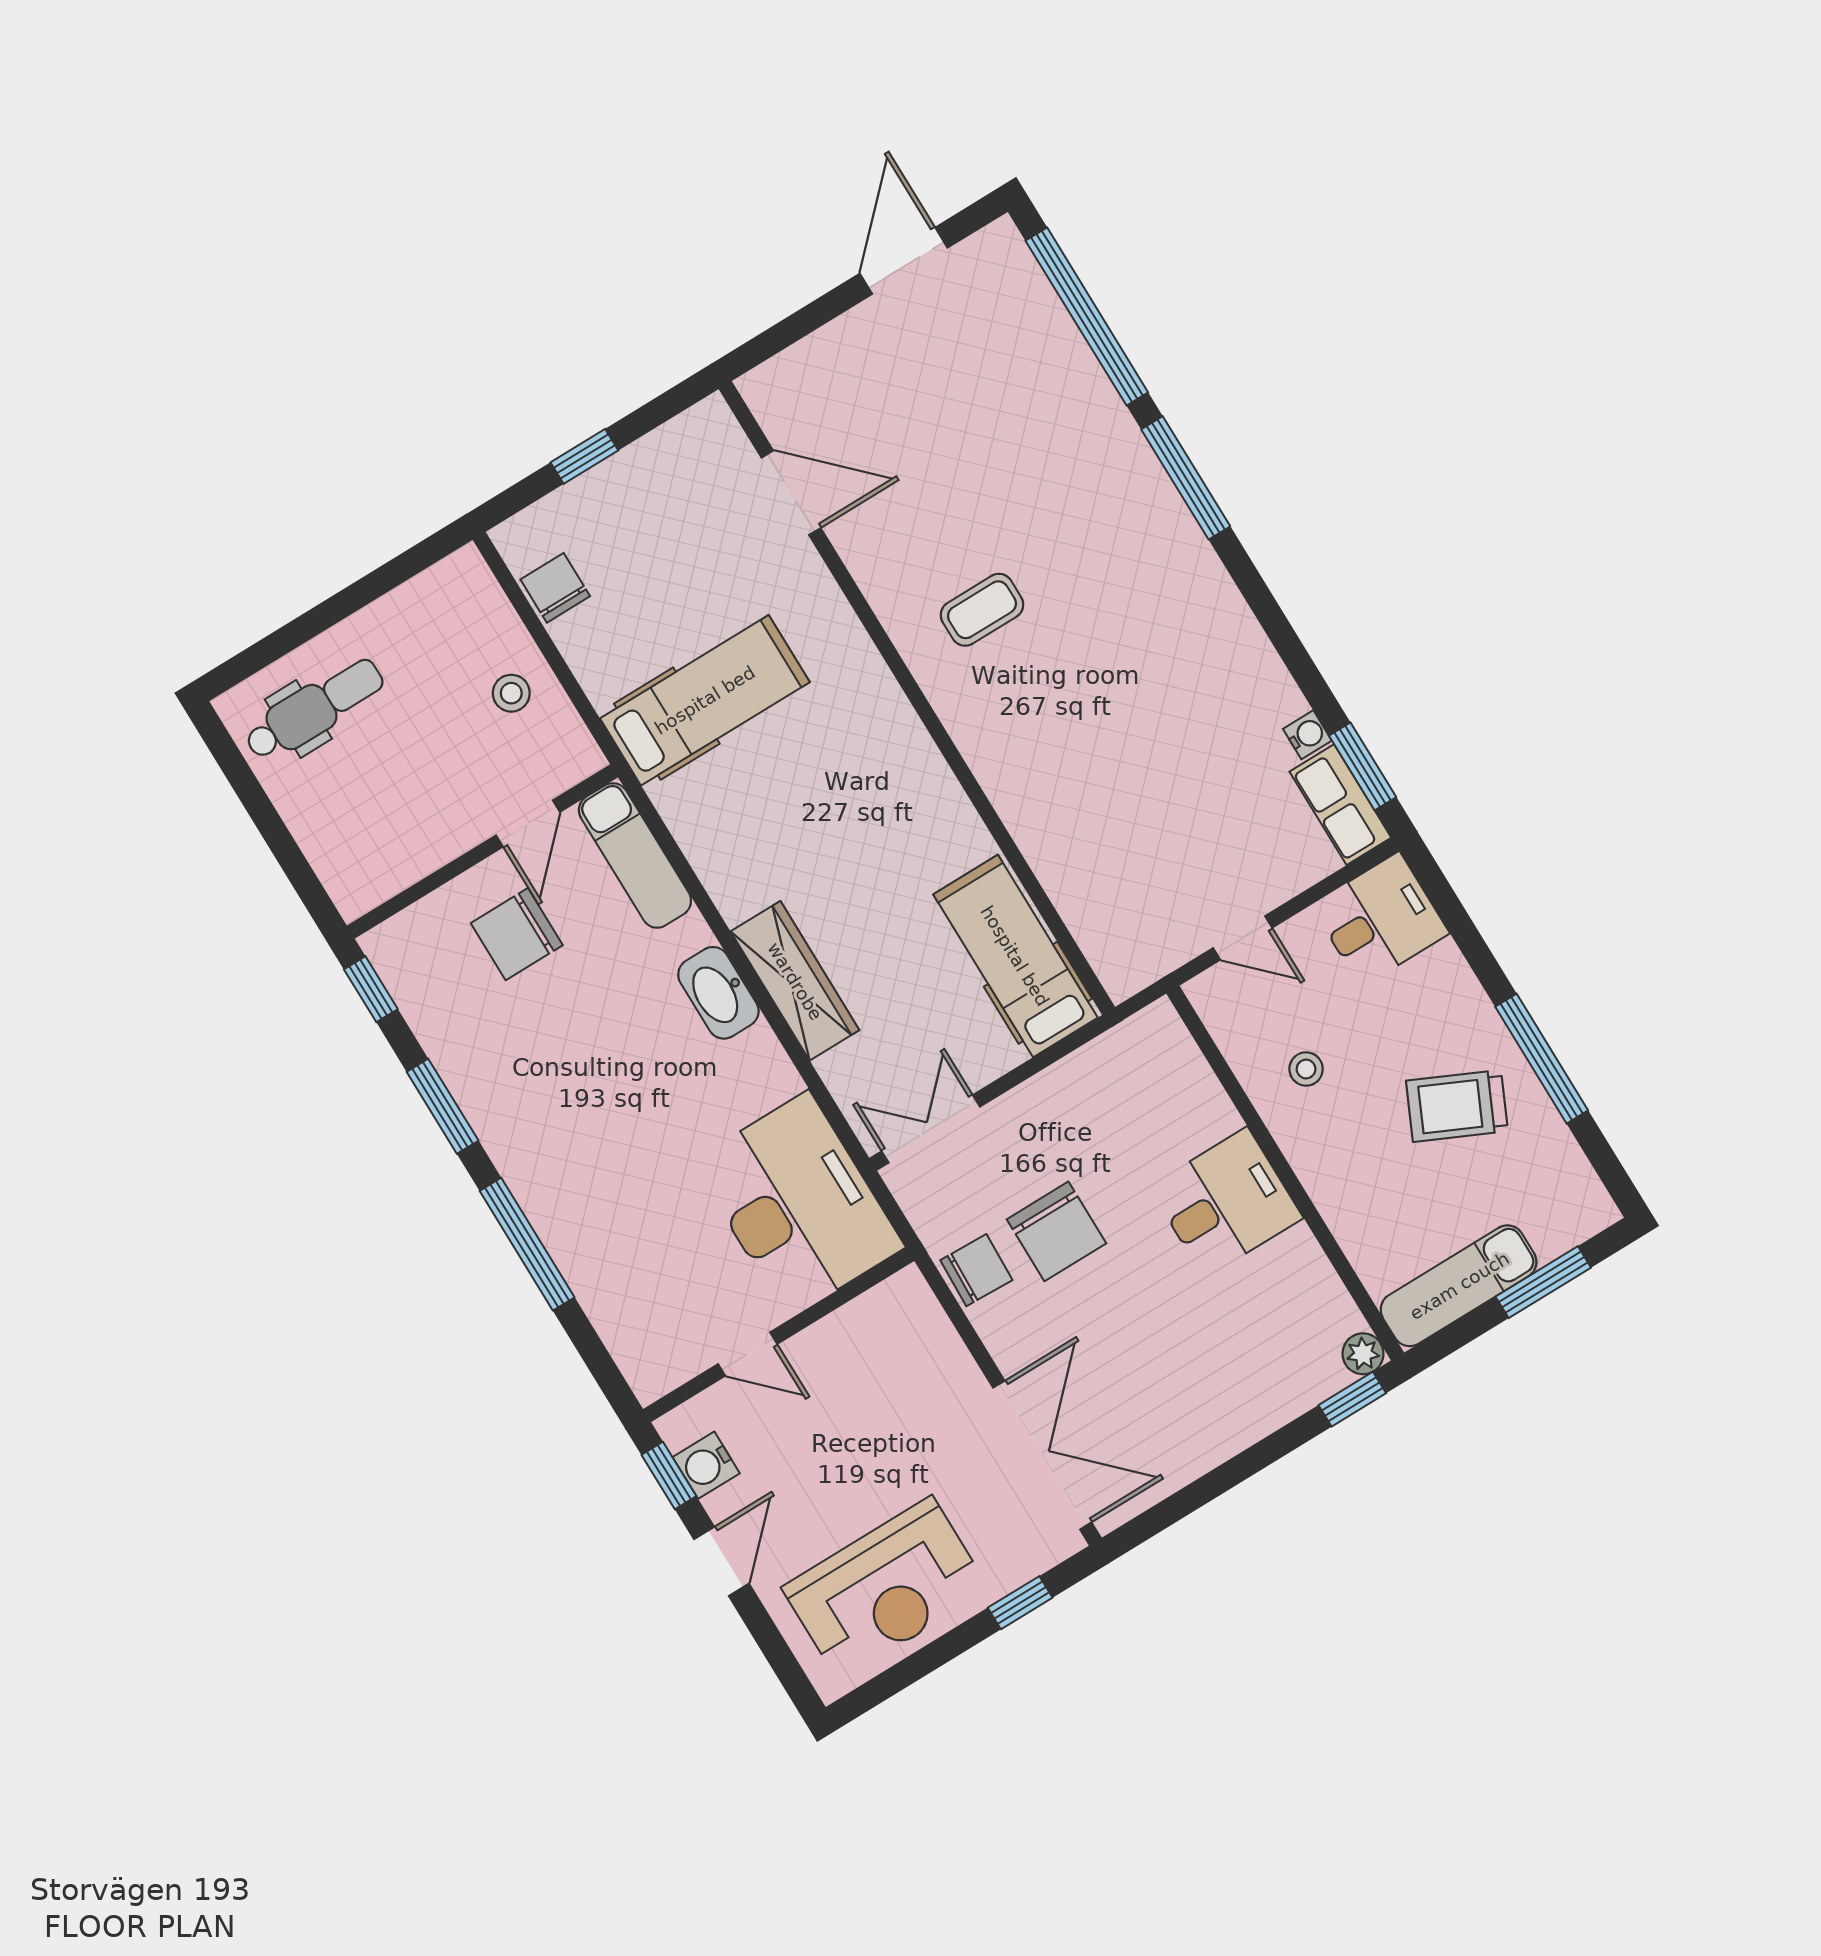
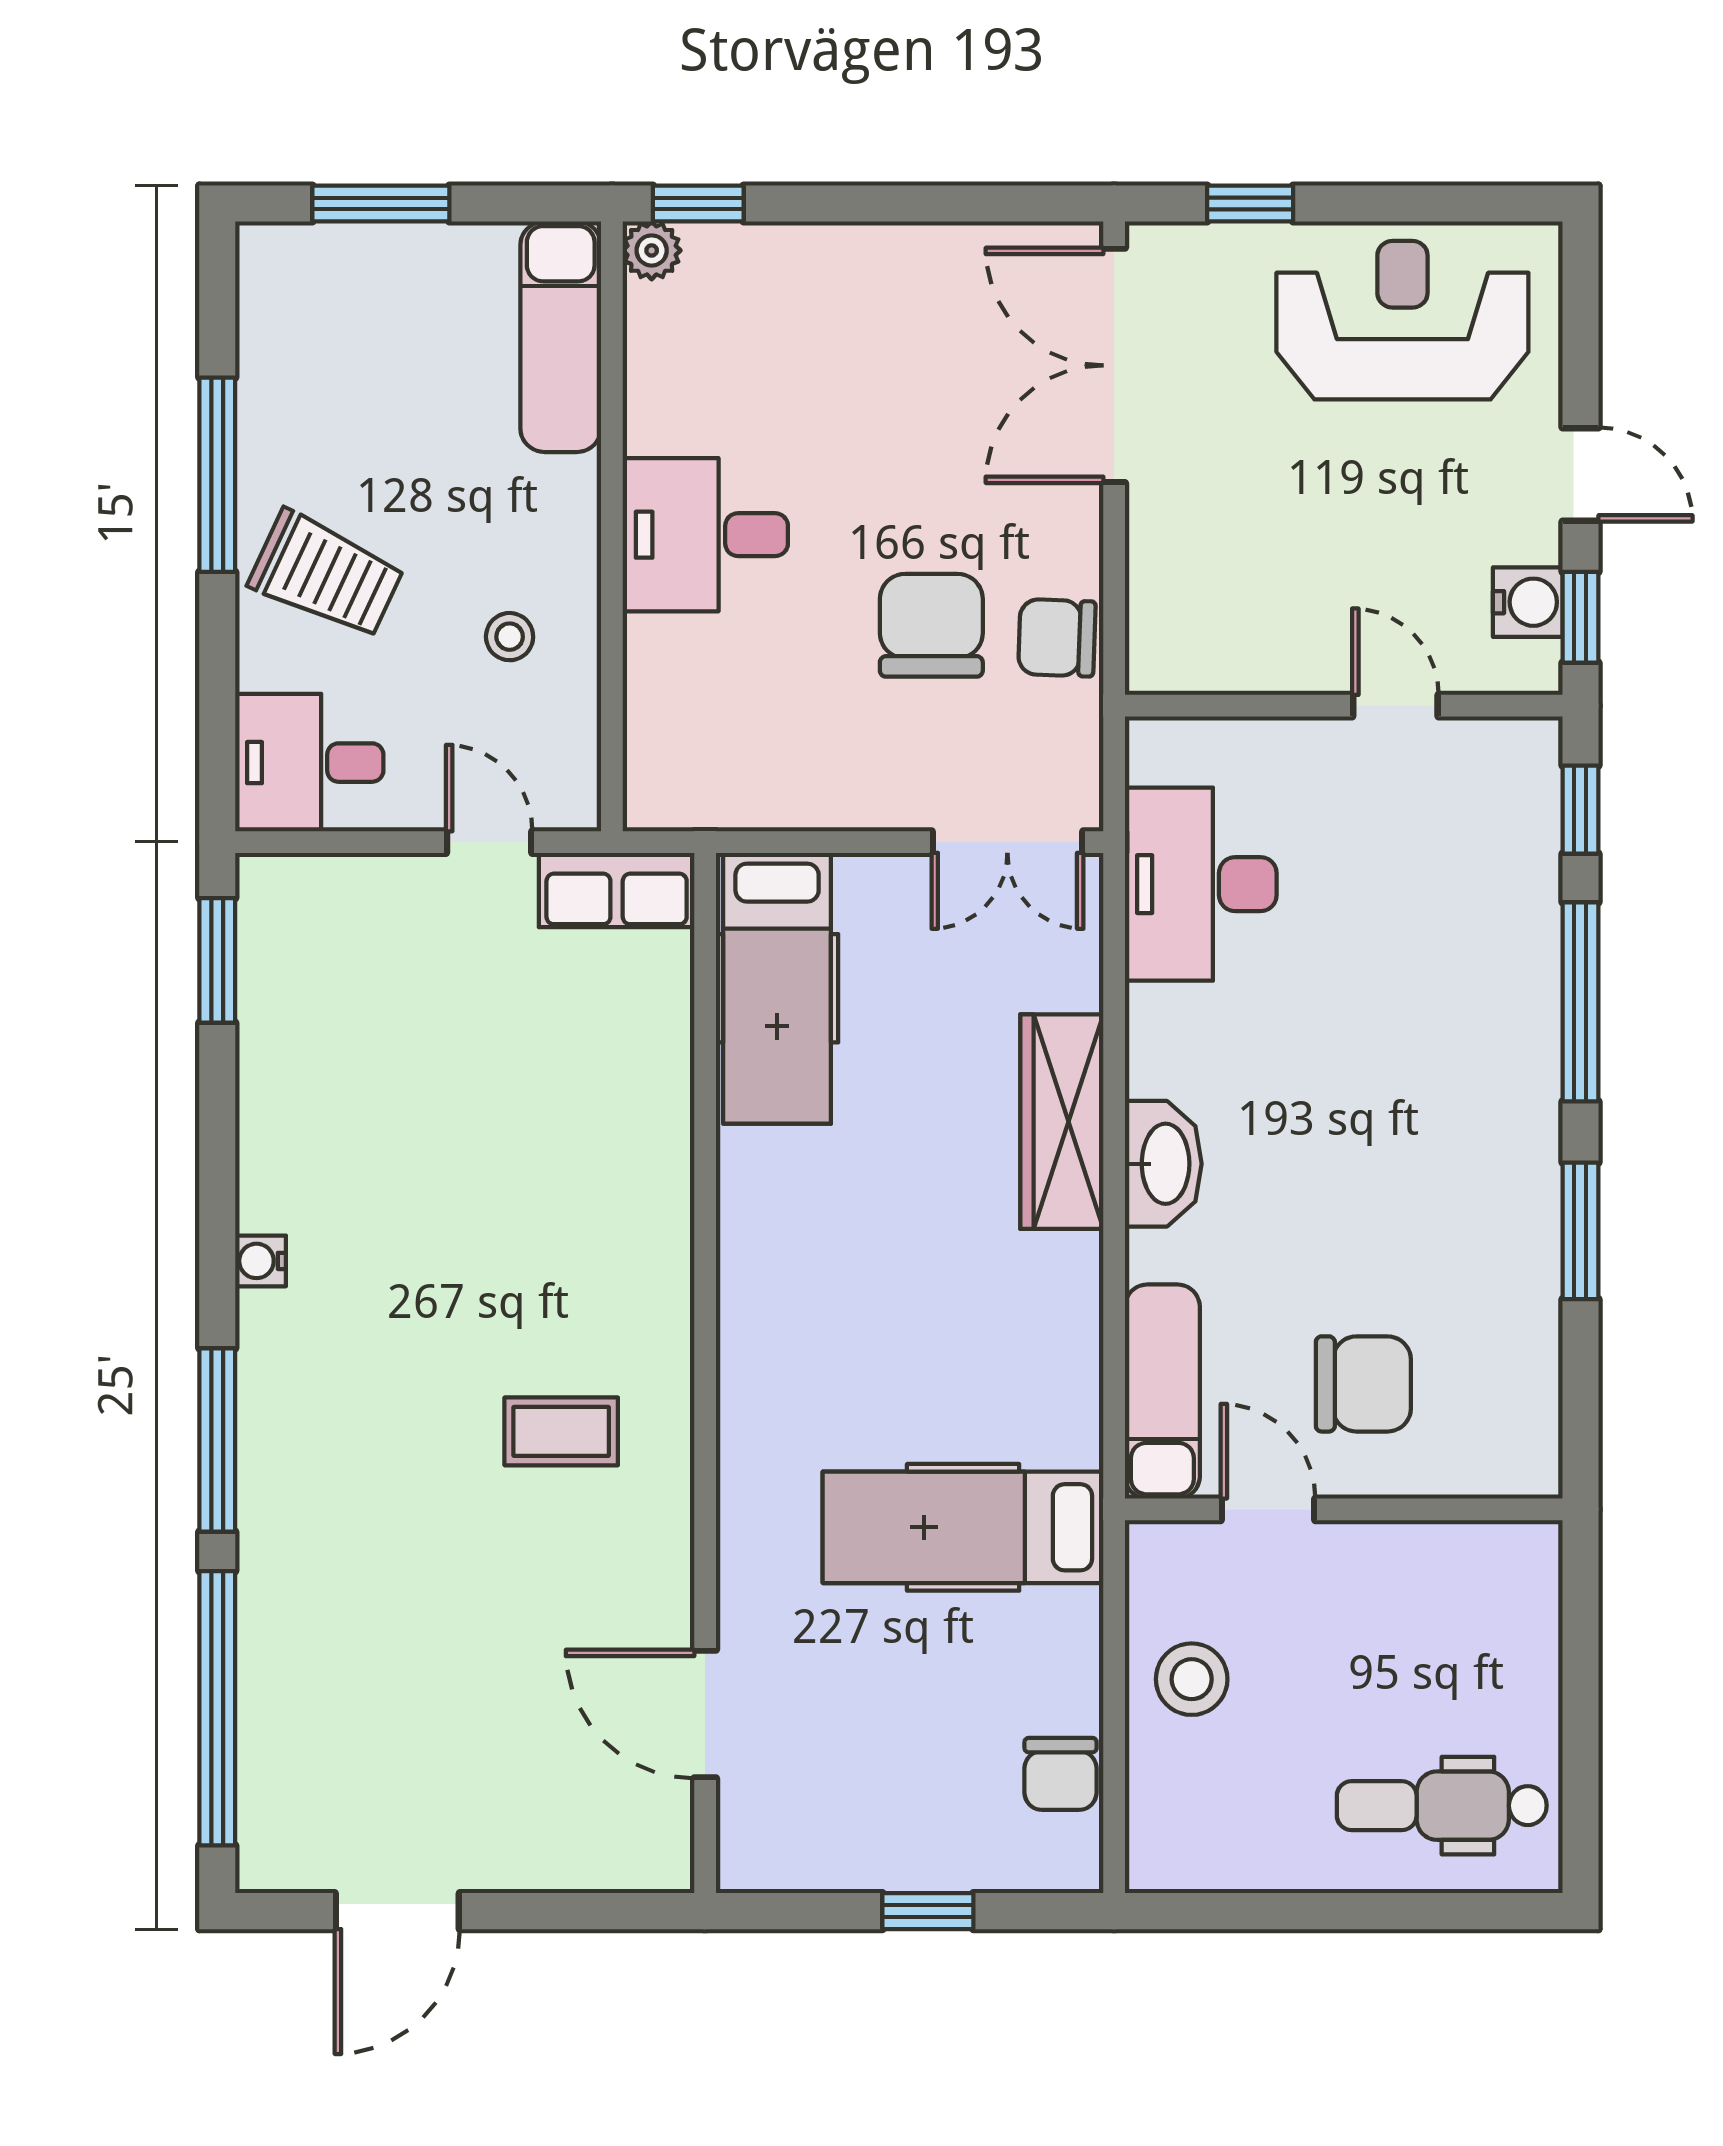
stool: (511, 693) -> (1192, 1679), width x1.37, depth x1.37
water cooler: (1307, 735) -> (261, 1261), moved
row of seats: (1340, 805) -> (617, 890), moved, turned 90
door: (528, 824) -> (1268, 1509), hinge flipped
window: (371, 989) -> (1580, 810), moved
trolley: (1457, 1106) -> (326, 575), moved
desk: (798, 1204) -> (1201, 884), width x0.73, depth x0.77
exam couch: (1459, 1286) -> (561, 337), moved, turned 90
door: (721, 1561) -> (1580, 475), swing flipped

